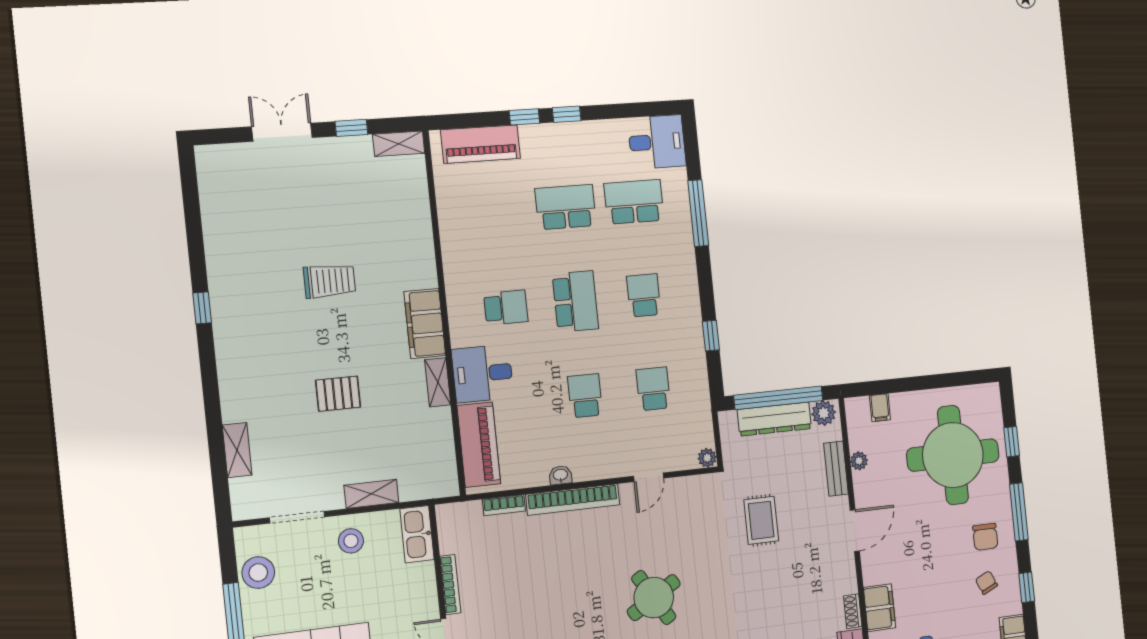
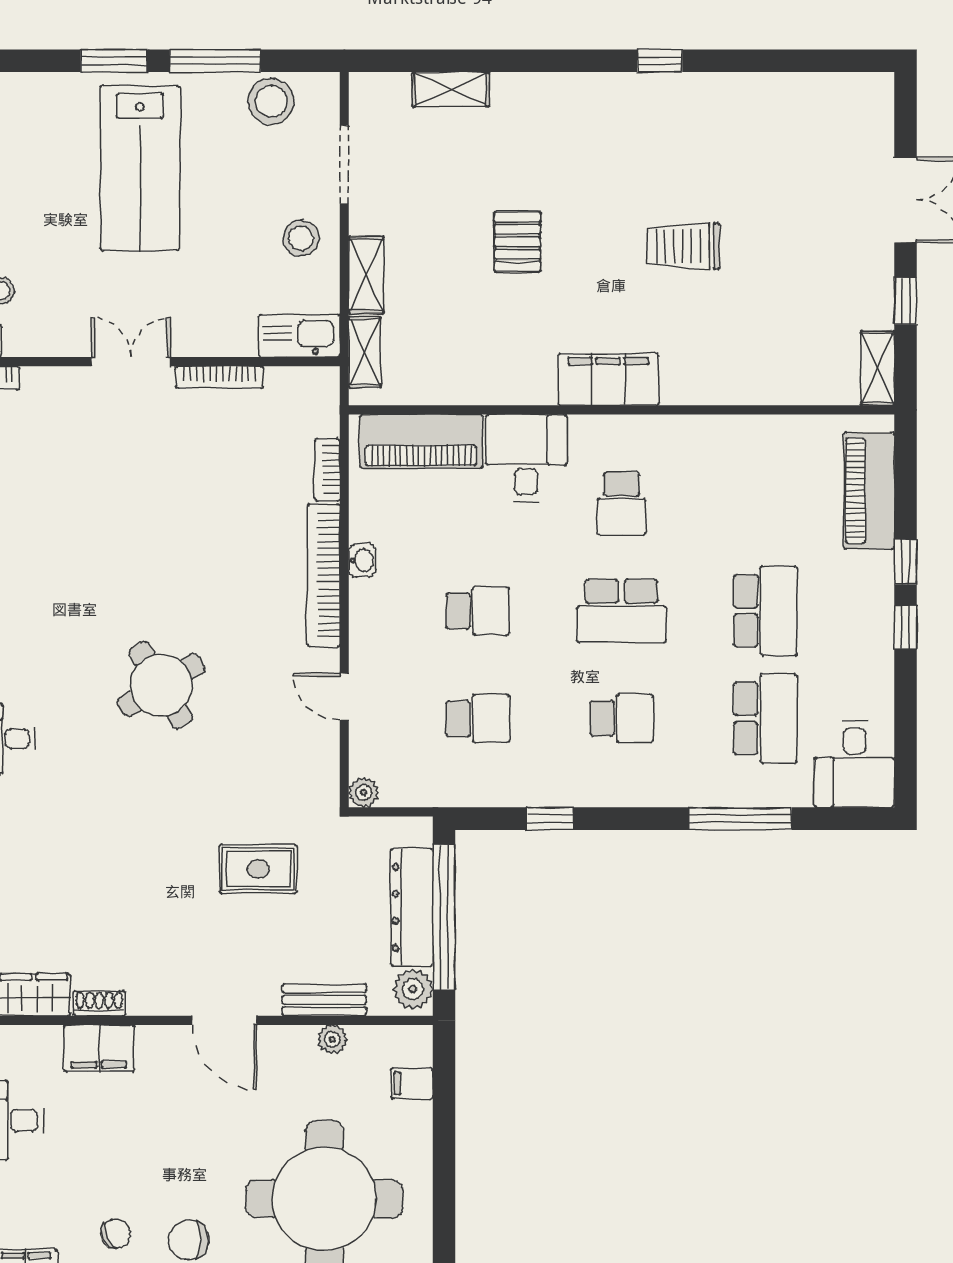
trolley: (330, 281) -> (683, 246), turned 90
shelving: (438, 382) -> (365, 352), moved, turned 90

